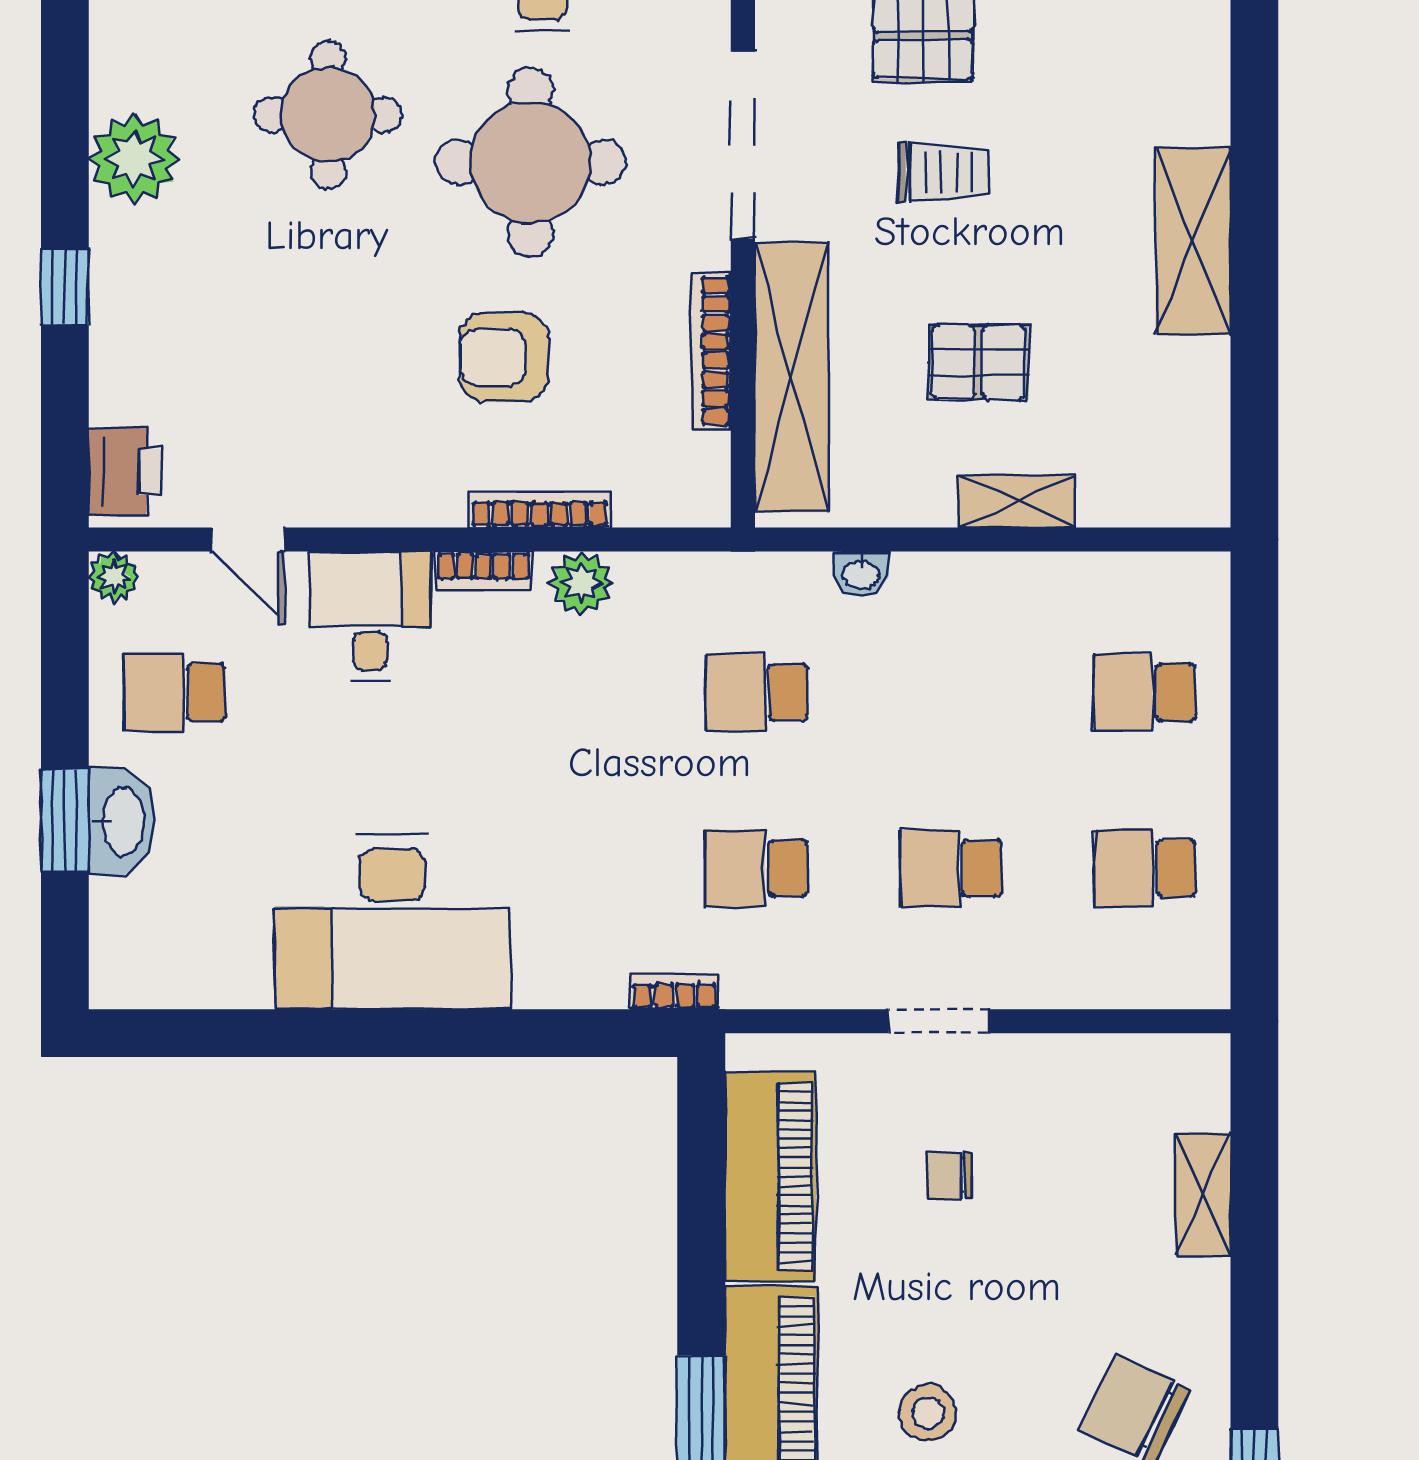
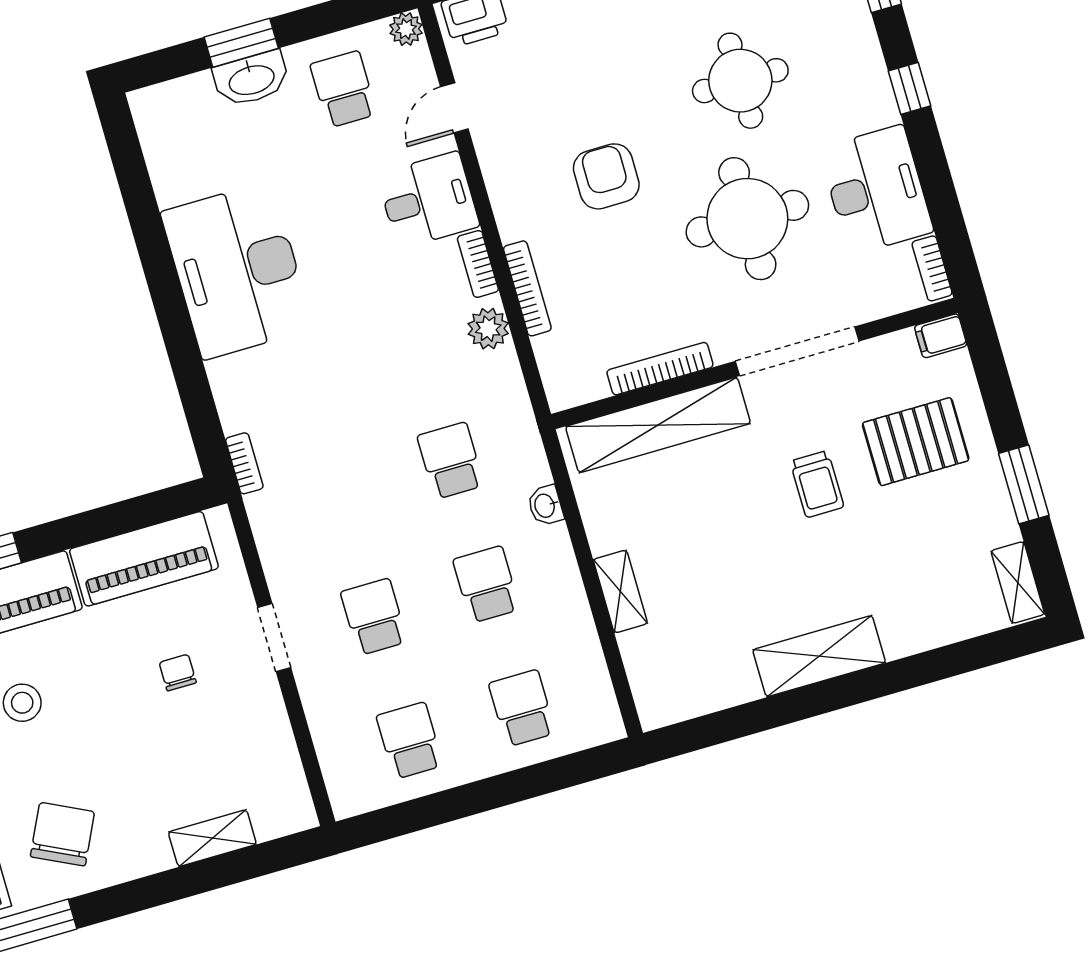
armchair: (504, 357) -> (606, 176), moved
pallet: (979, 362) -> (702, 542), removed
school desk: (757, 868) -> (486, 584), moved

